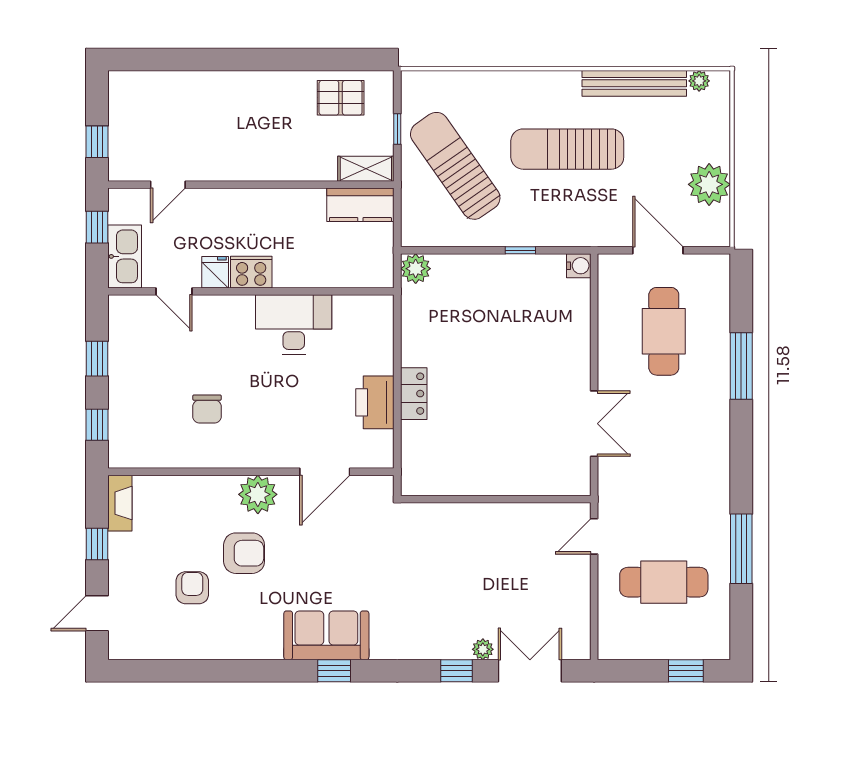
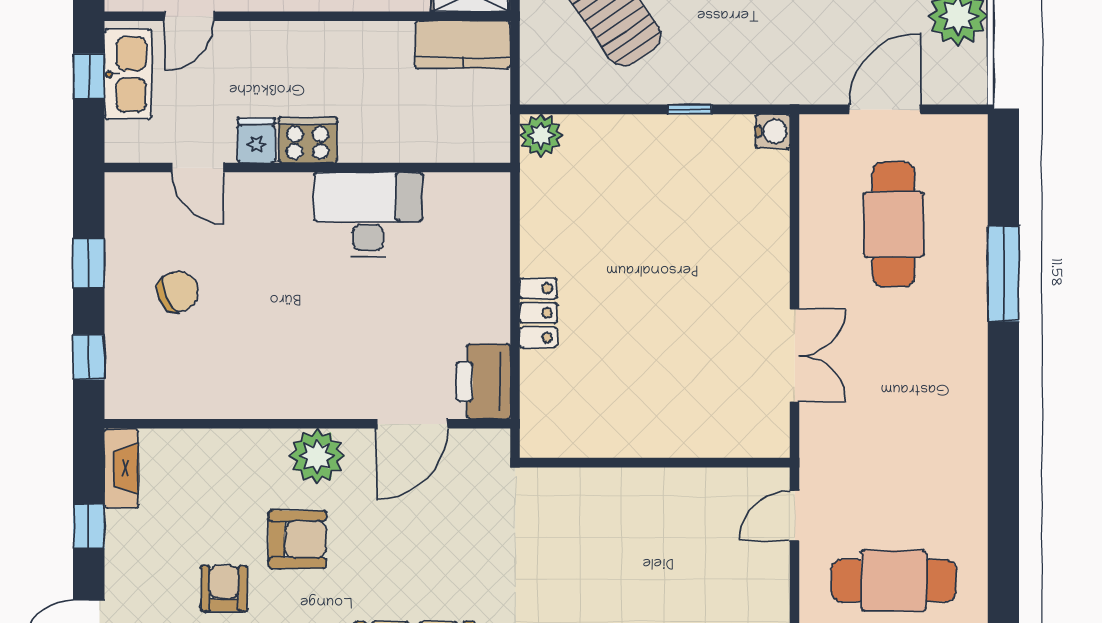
door: (658, 250) -> (885, 109), hinge flipped
kitchen sink: (125, 256) -> (128, 74), moved
printer: (375, 402) -> (483, 381), moved
chair: (207, 409) -> (178, 292), moved, turned -113
window: (741, 549) -> (1003, 533), removed

